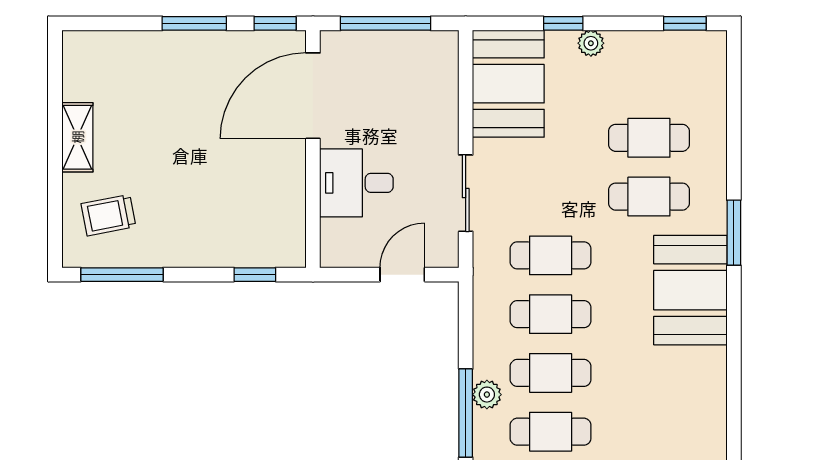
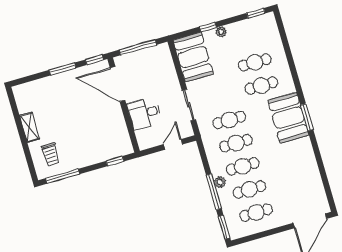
door: (313, 96) -> (118, 84), hinge flipped
trolley: (108, 215) -> (51, 154), turned -79
window: (734, 233) -> (307, 117), moved

